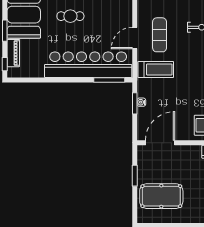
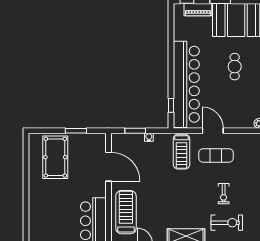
window: (109, 80) -> (171, 105), width x0.46
window: (135, 103) -> (135, 131), moved
door: (160, 143) -> (108, 167), moved

